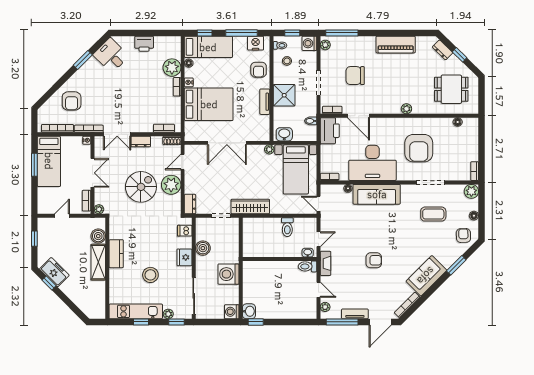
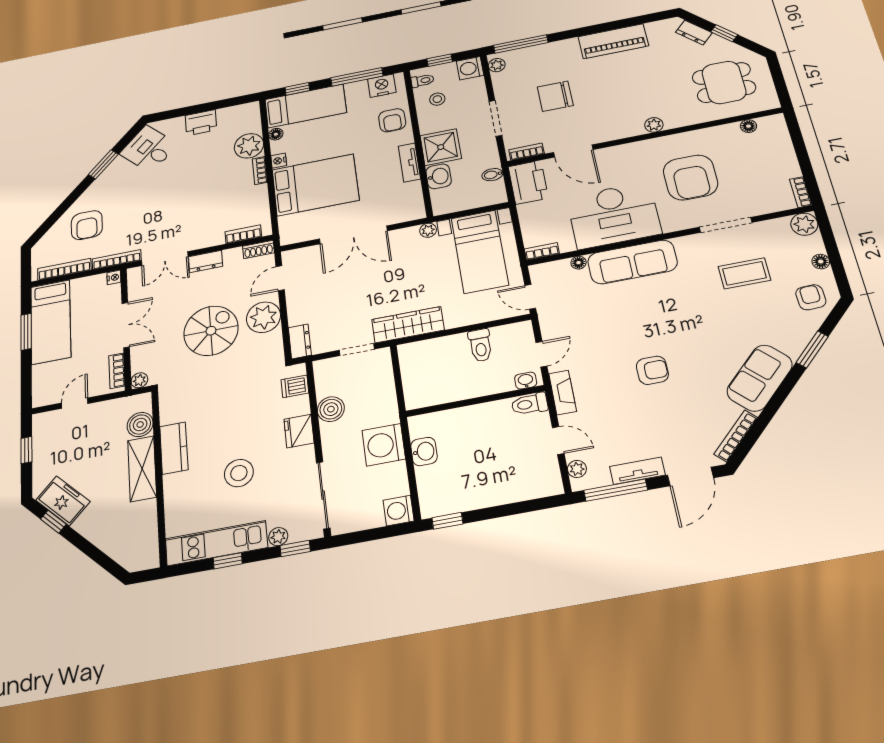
washbasin: (284, 134) -> (439, 176), moved, turned 90
washbasin: (249, 311) -> (424, 451), moved

